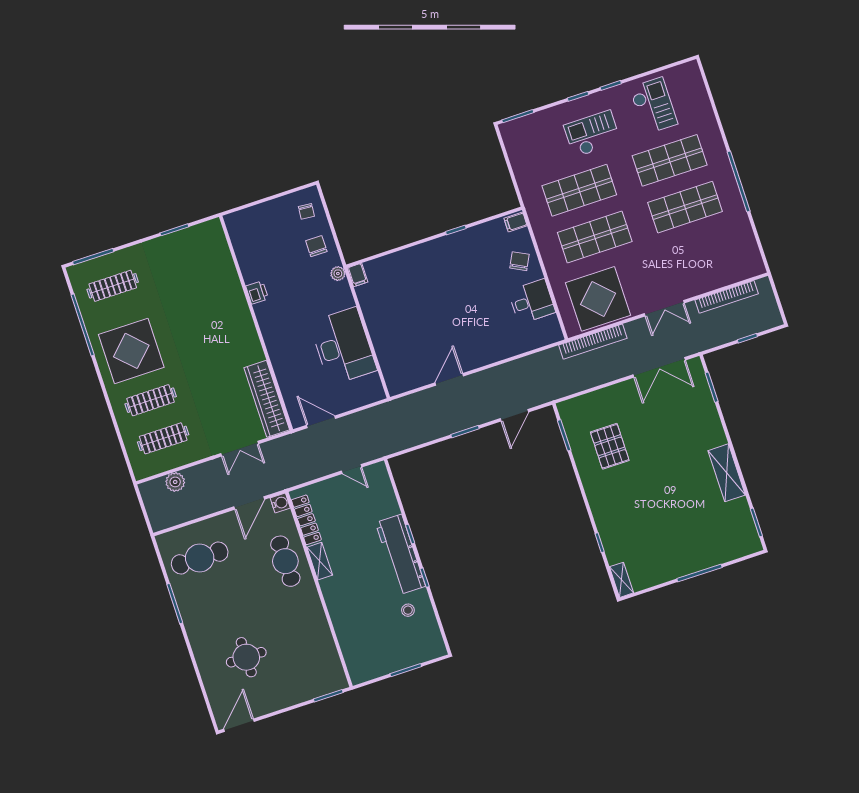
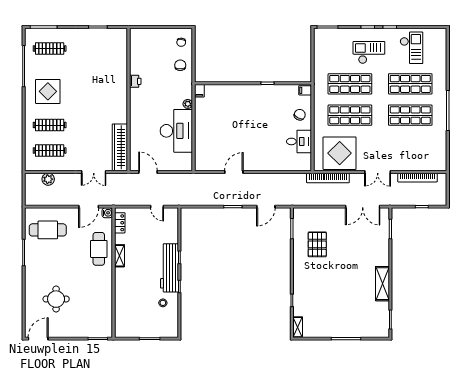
plant: (338, 274) -> (188, 104), moved
display table: (131, 351) -> (48, 91), width x0.73, depth x0.73
locker: (306, 520) -> (120, 223), width x0.66

